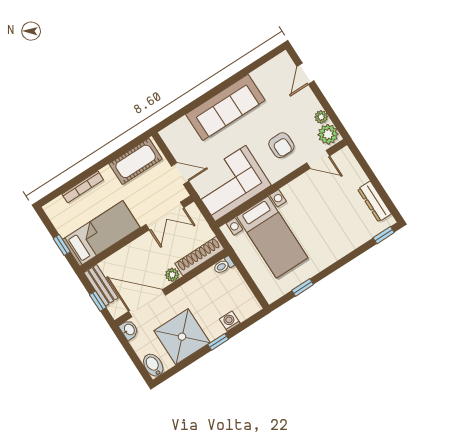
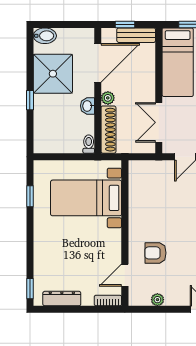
plant: (328, 134) -> (140, 296), removed
bookcase: (350, 160) -> (108, 301), added
corner sofa: (230, 183) -> (151, 192), removed
washing machine: (230, 321) -> (41, 120), removed
washbasin: (129, 330) -> (88, 106), moved, turned 90

